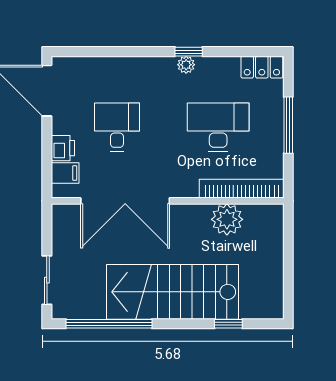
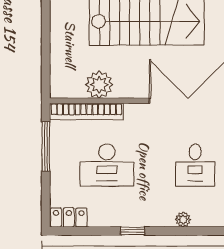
plant: (186, 65) -> (183, 220), moved
window: (288, 125) -> (46, 147), moved

